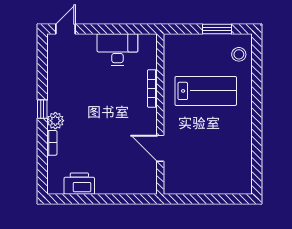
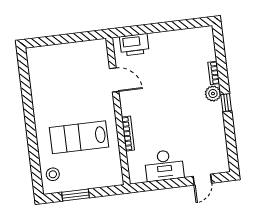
door: (66, 29) -> (202, 180), moved
printer: (79, 184) -> (134, 45), moved

